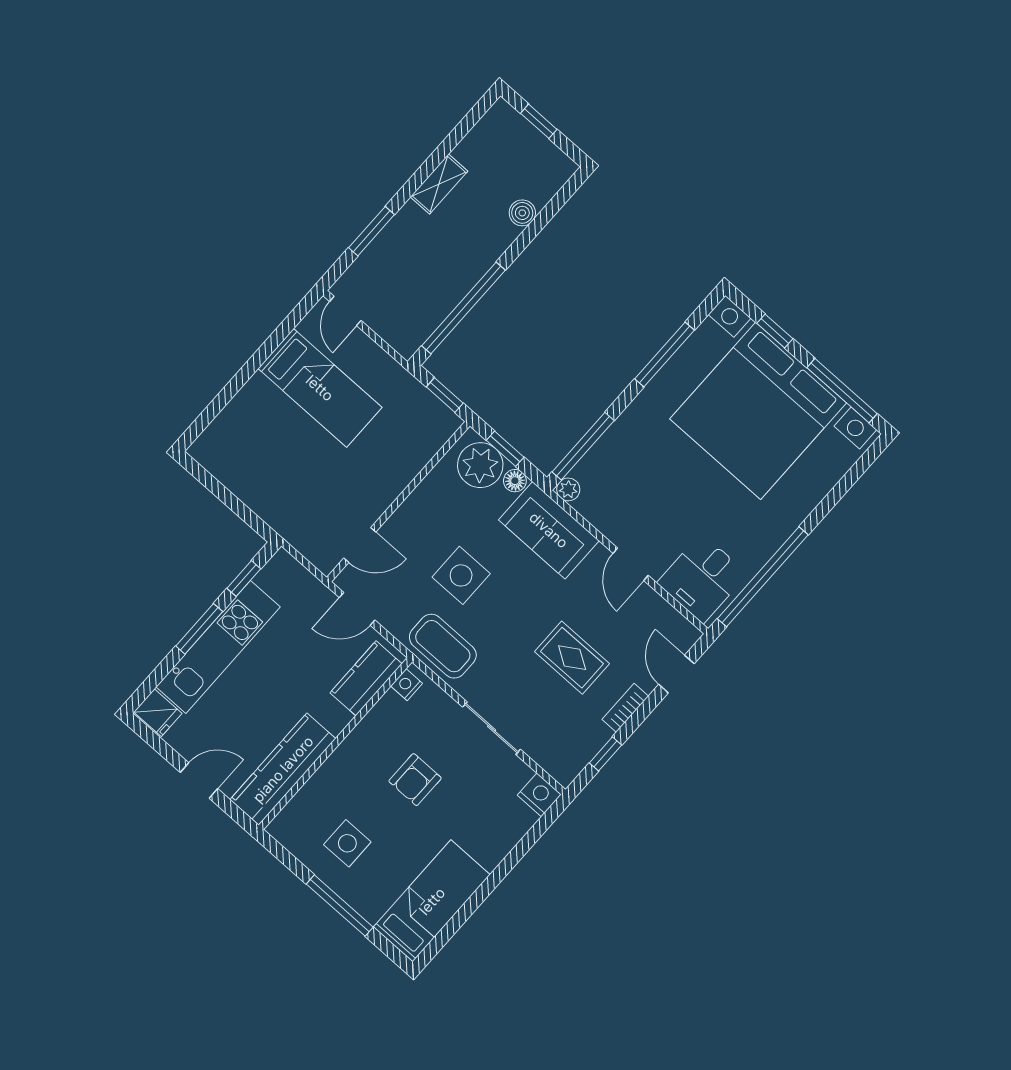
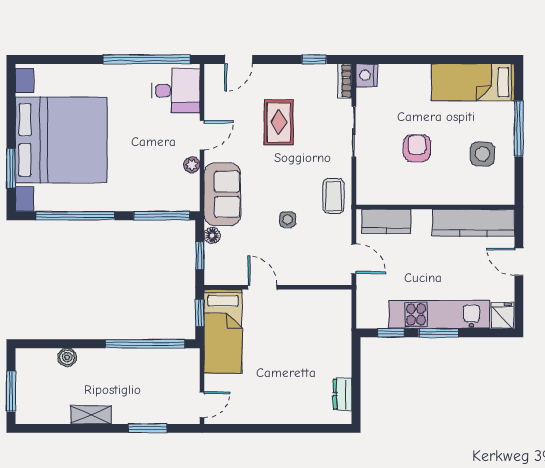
window: (539, 121) -> (11, 392), width x1.50
window: (775, 331) -> (11, 168), width x1.50
window: (664, 355) -> (75, 216), width x1.46
bed: (320, 388) -> (223, 331), moved, turned 180
window: (842, 391) -> (11, 105), removed
plant: (480, 465) -> (220, 261), removed
dresser: (225, 470) -> (343, 394), added
plant: (568, 489) -> (192, 165), moved
door: (360, 545) -> (262, 287), moved
side table: (461, 575) -> (288, 220), width x0.54, depth x0.54
coffee table: (443, 646) -> (333, 196), width x0.73, depth x0.77
nightstand: (407, 685) -> (371, 197), removed
bookcase: (625, 708) -> (345, 81), moved, turned 90
armchair: (415, 780) -> (417, 148), turned -90

